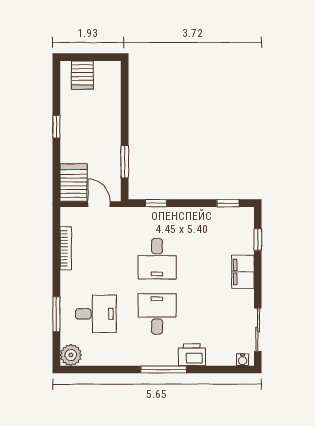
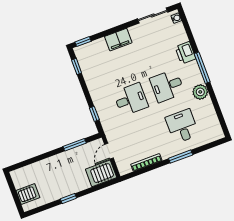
window: (258, 240) -> (83, 42), moved
window: (56, 314) -> (181, 157), moved
plant: (71, 355) -> (200, 92), moved

